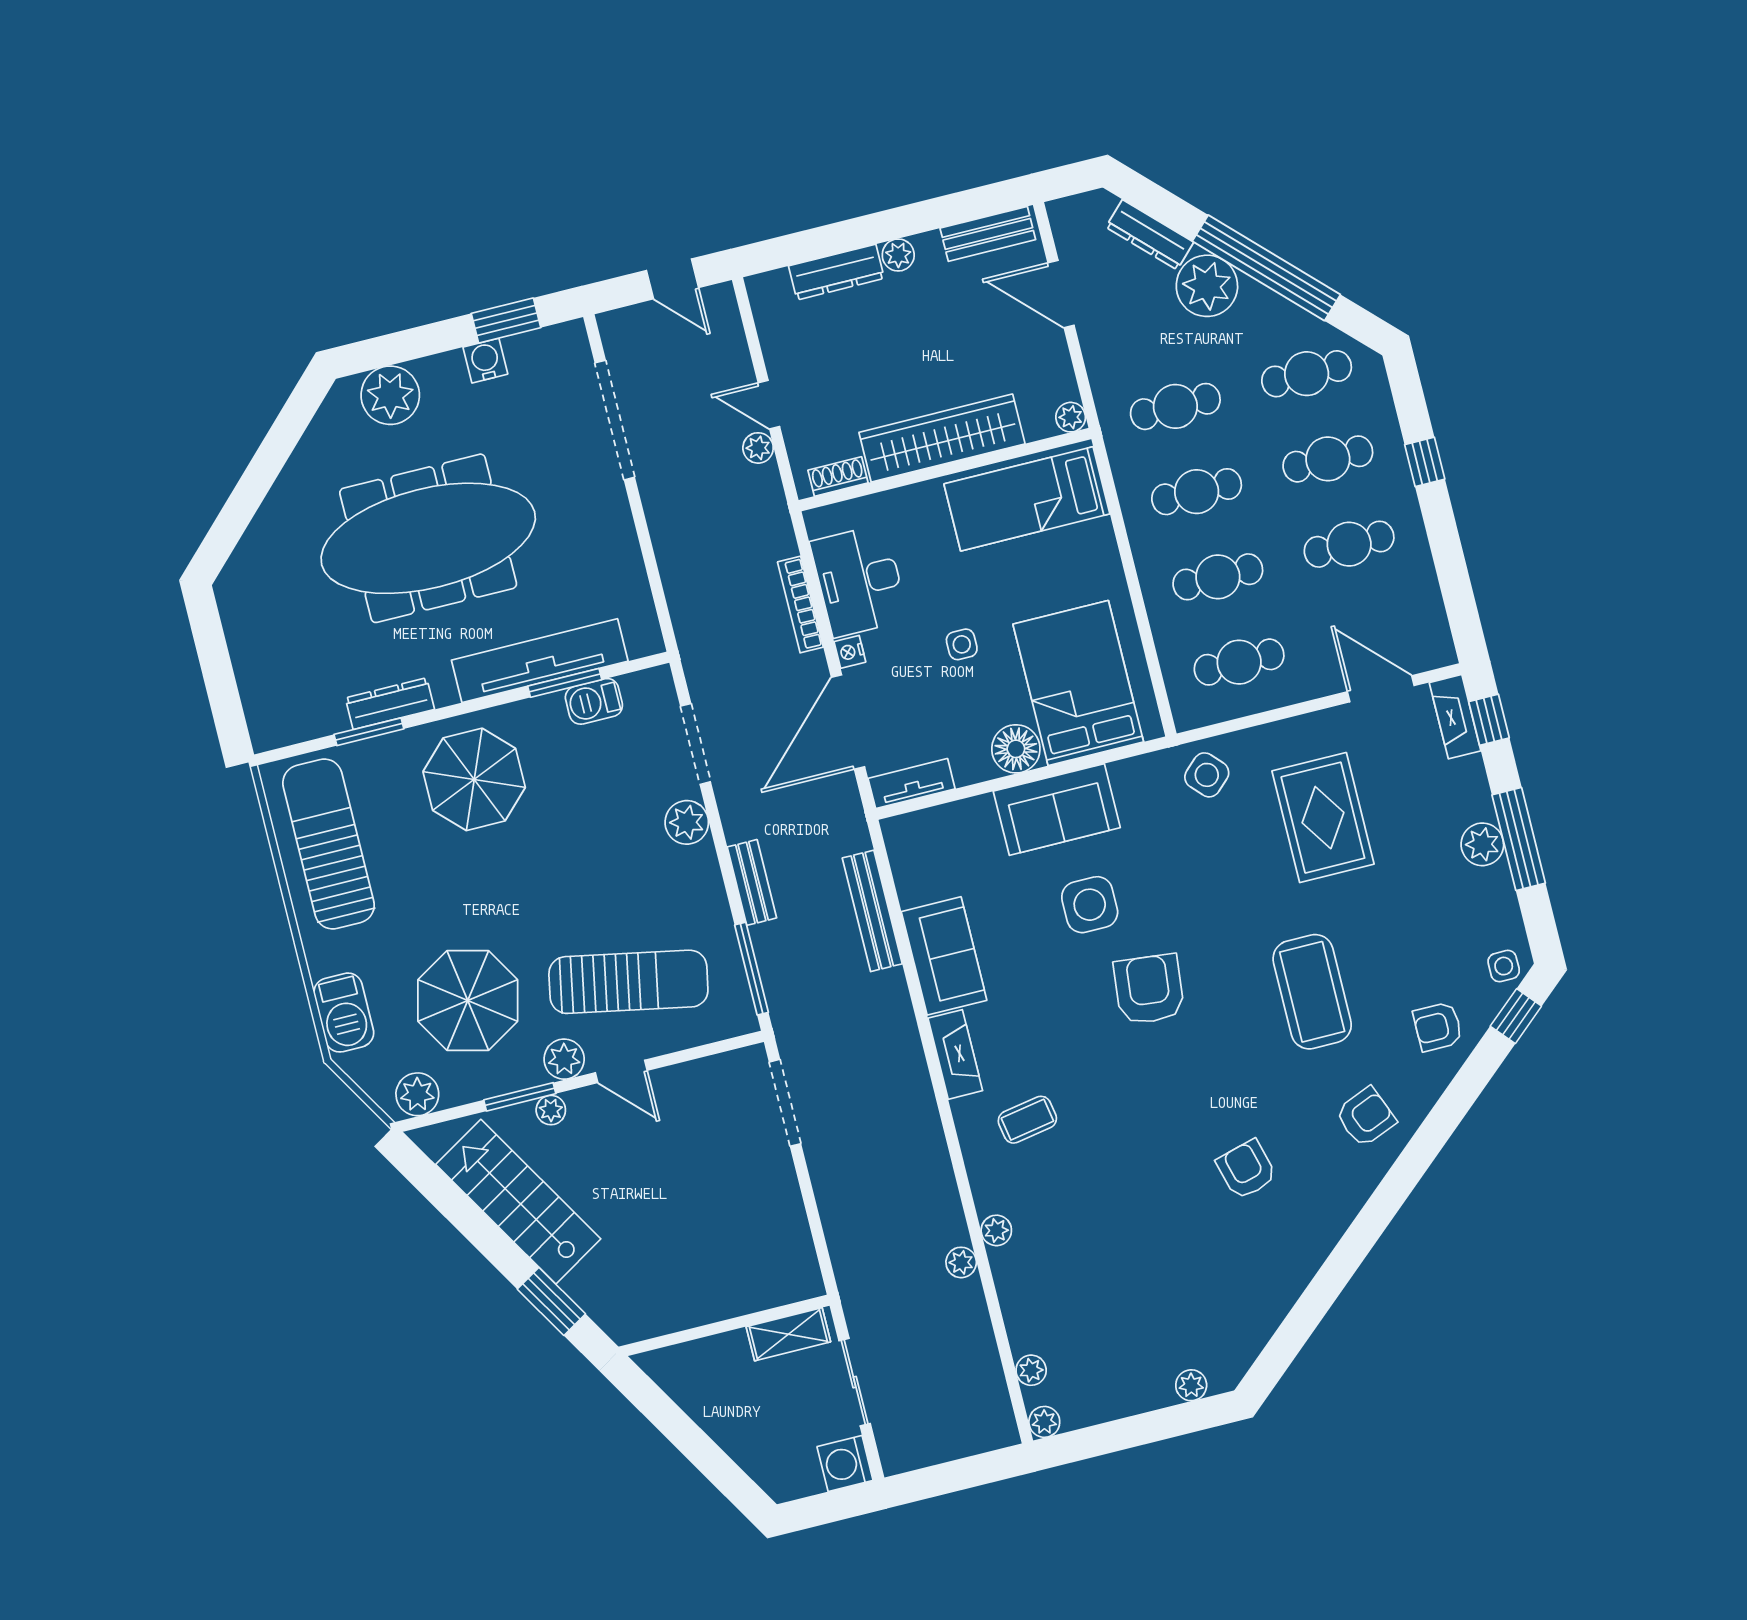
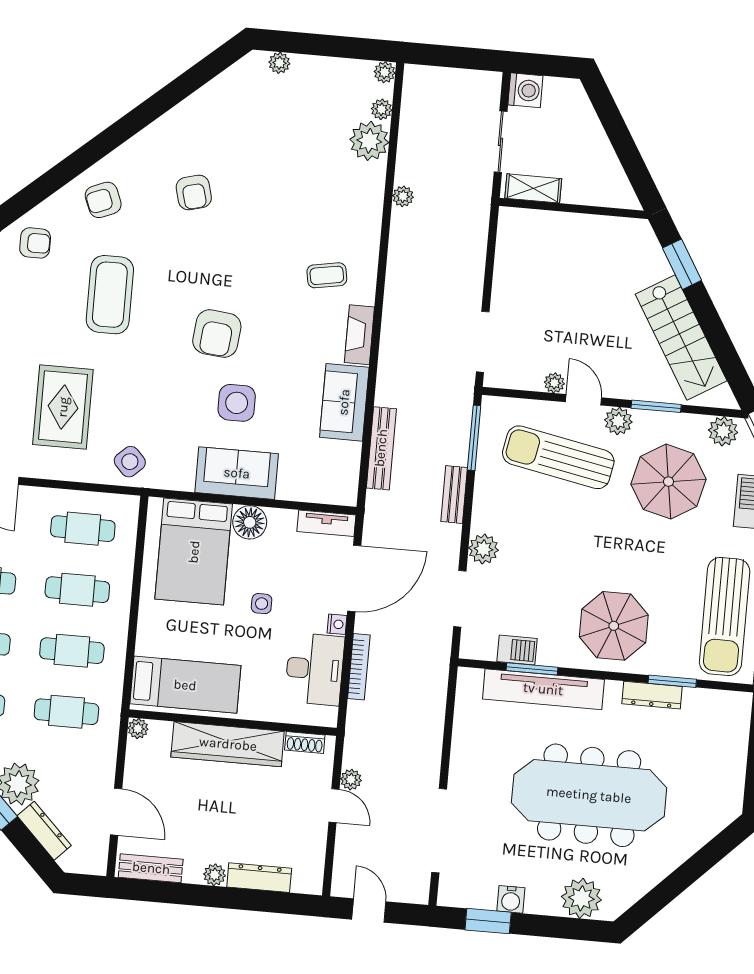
plant: (551, 1110) -> (554, 383), moved
plant: (996, 1230) -> (369, 141), moved, width x1.88, depth x1.88

